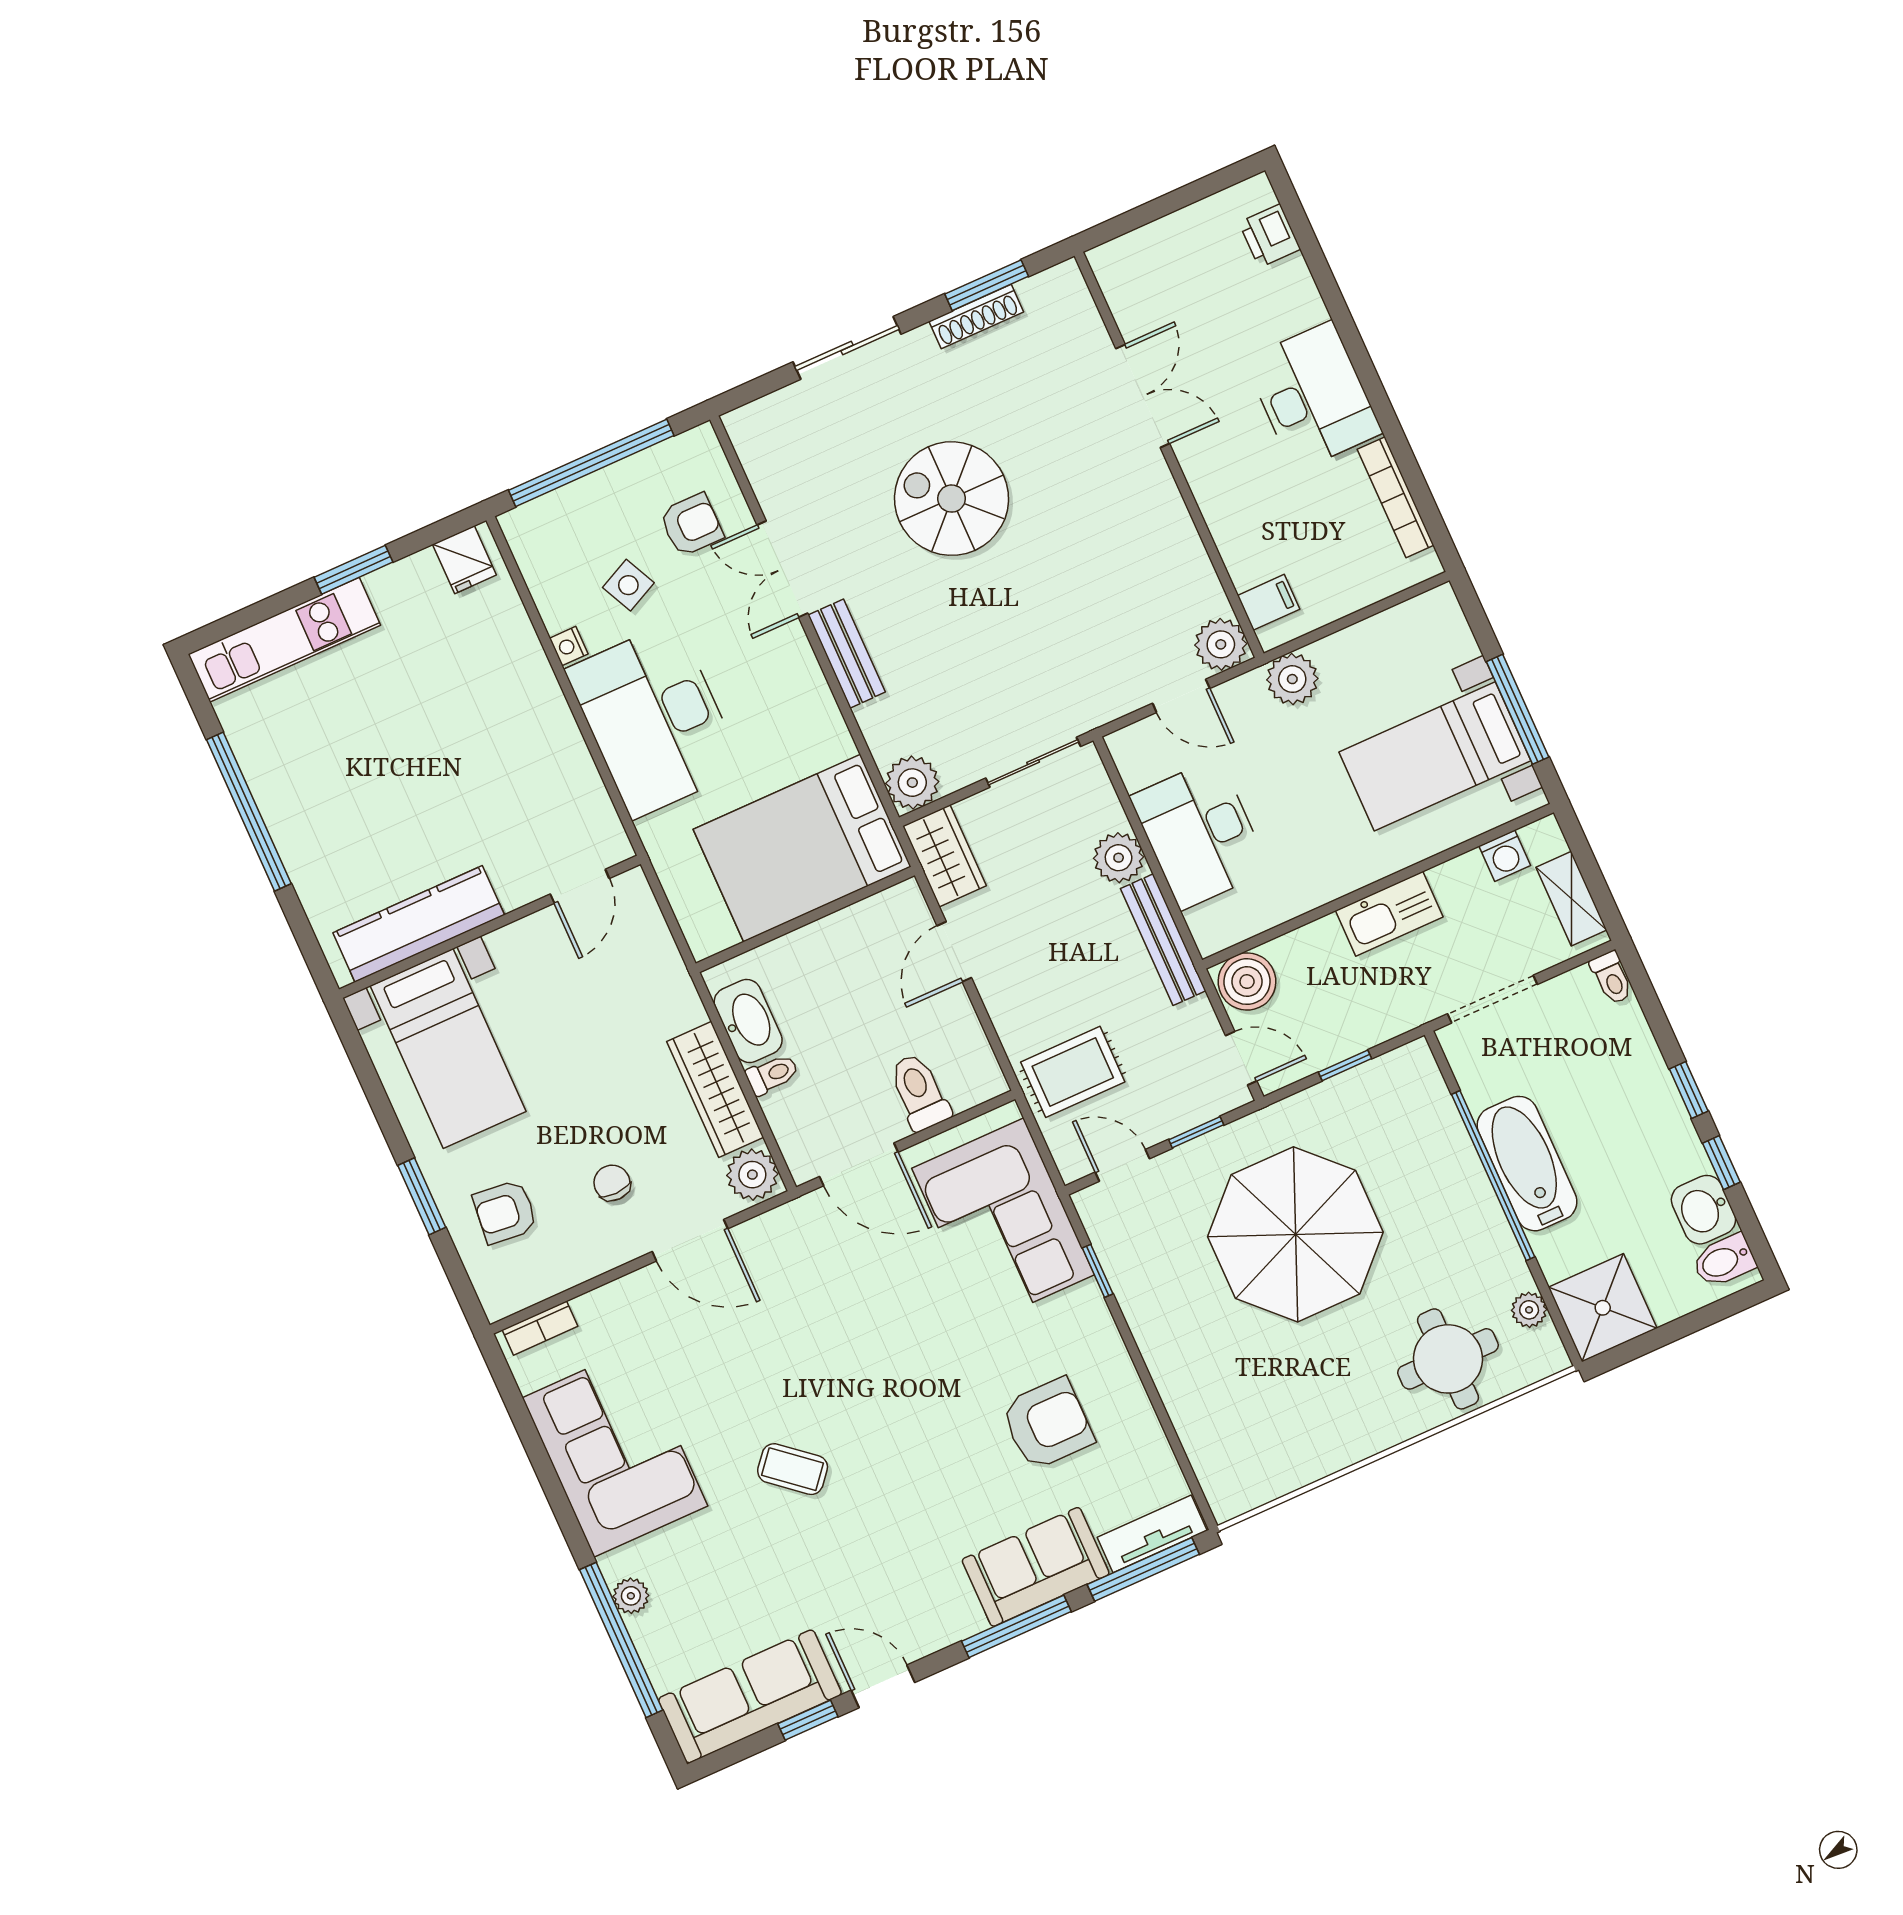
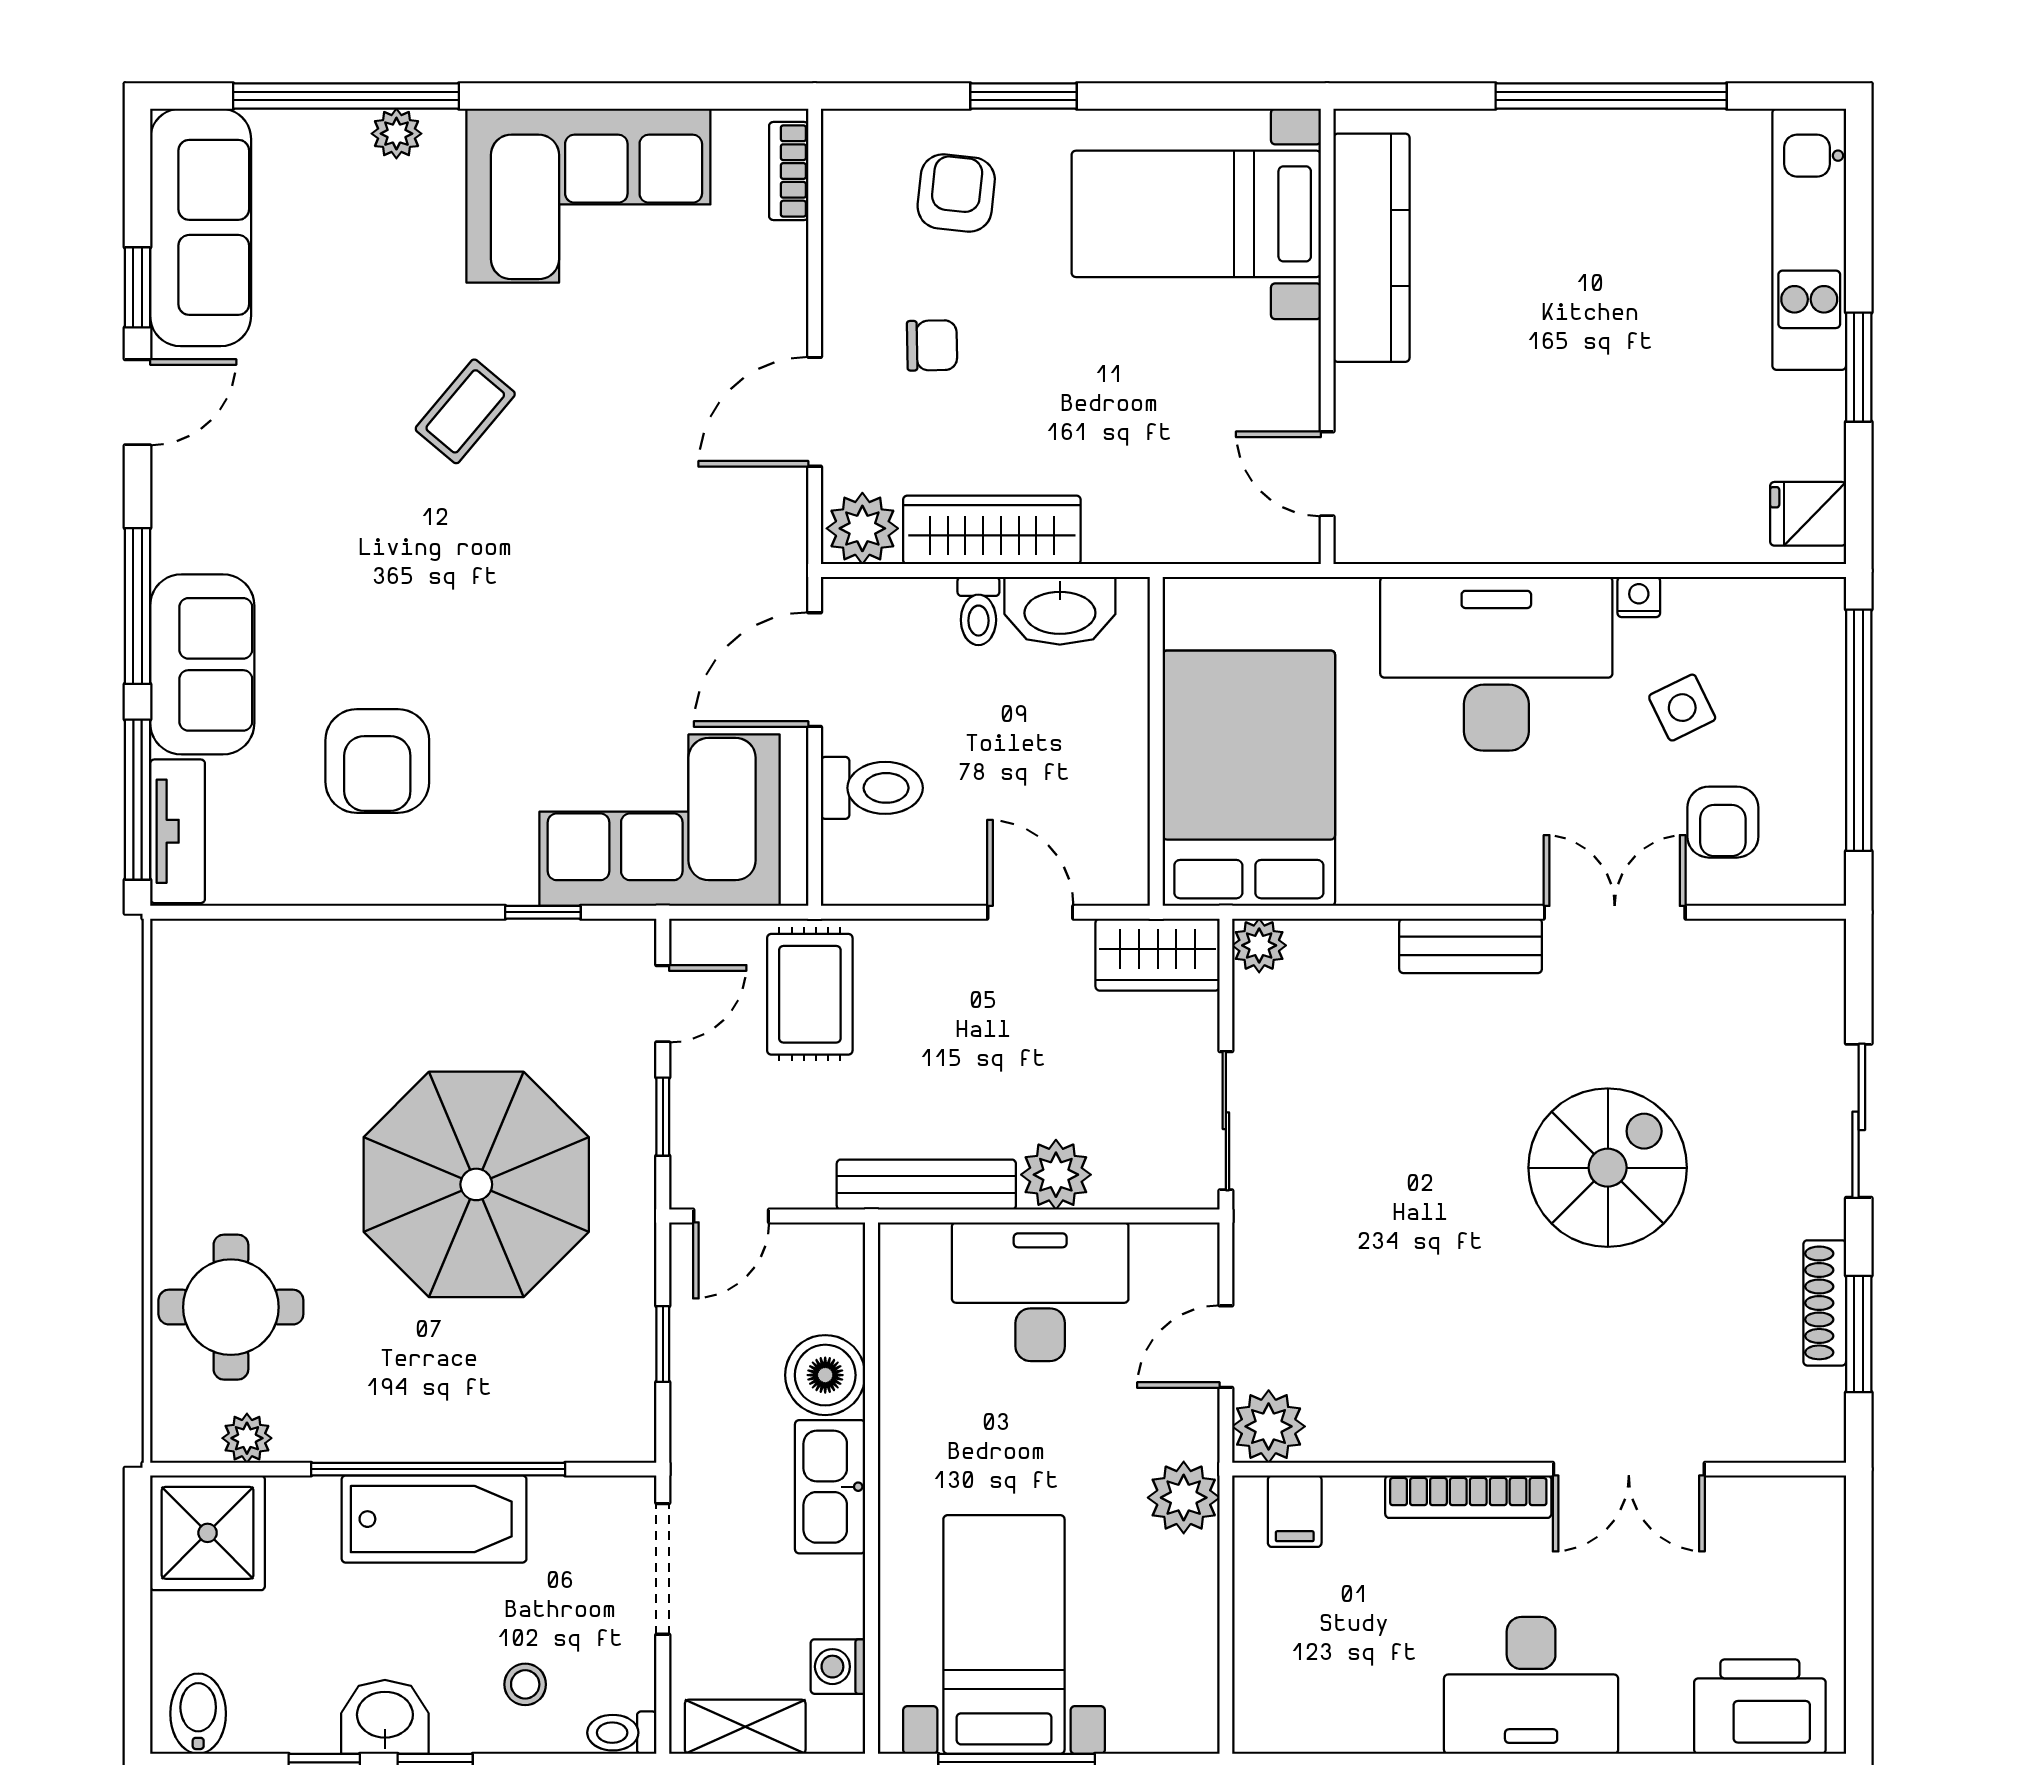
printer: (1270, 236) -> (1760, 1707), width x1.87, depth x1.48
bookcase: (1396, 497) -> (1468, 1497), moved, turned 180
plant: (912, 783) -> (1259, 945), width x0.73, depth x0.73
boiler: (1247, 982) -> (825, 1375), moved
stool: (1608, 1055) -> (525, 1684), added
washbasin: (1703, 1210) -> (385, 1717), moved

